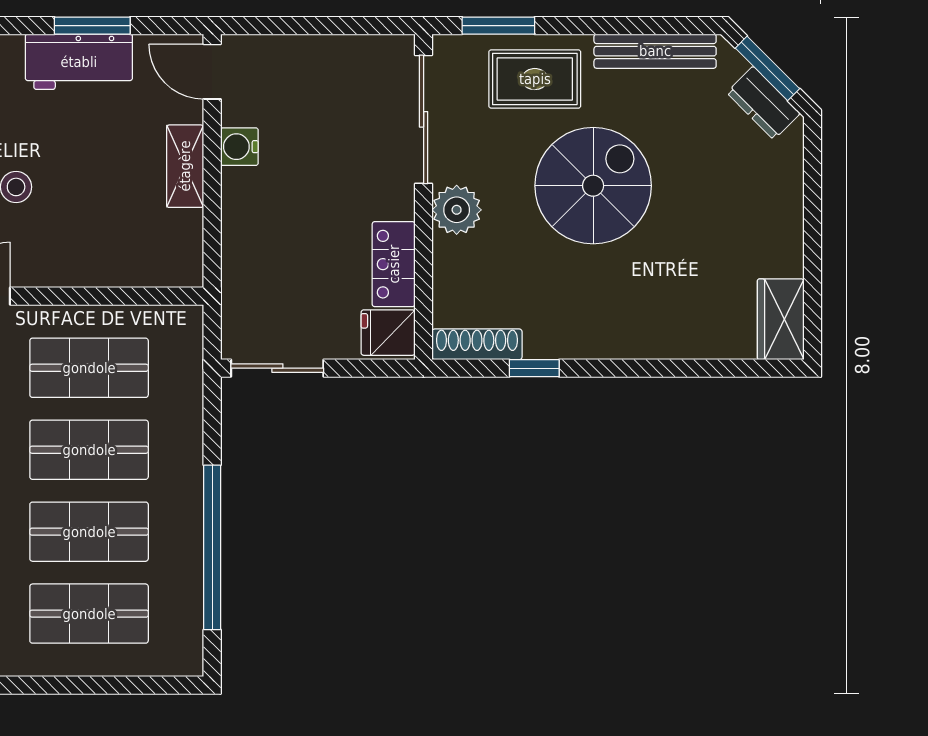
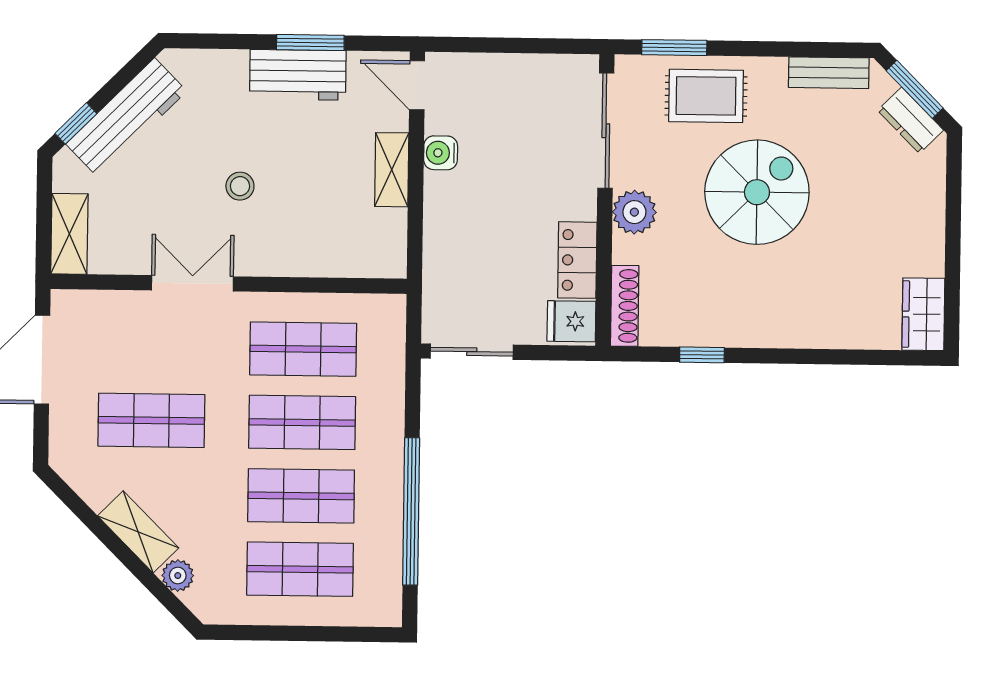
bench: (655, 51) -> (829, 73), width x0.73
shoe rack: (477, 344) -> (625, 306), moved, turned 90

